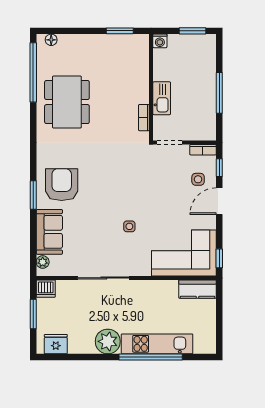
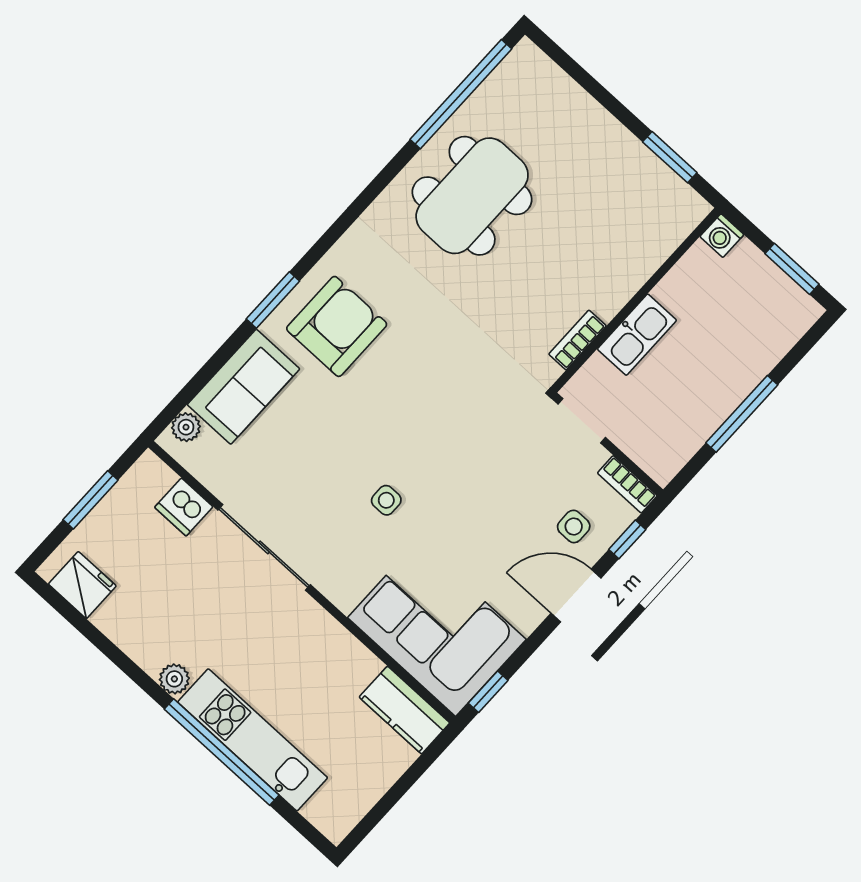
floor lamp: (51, 40) -> (541, 67), removed
dishwasher: (46, 289) -> (184, 507), moved
plant: (108, 341) -> (174, 679), width x0.53, depth x0.53

